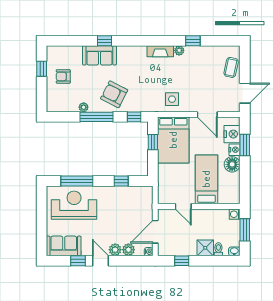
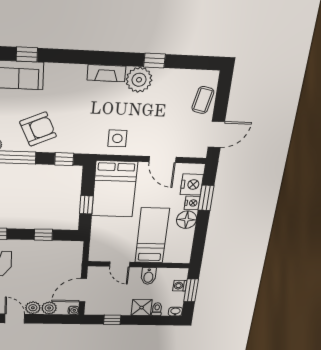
plant: (179, 50) -> (139, 80), width x1.88, depth x1.88
armchair: (114, 94) -> (38, 129), turned 129
window: (153, 142) -> (86, 205), moved
washing machine: (235, 214) -> (180, 286), moved
bidet: (208, 217) -> (148, 276), added

